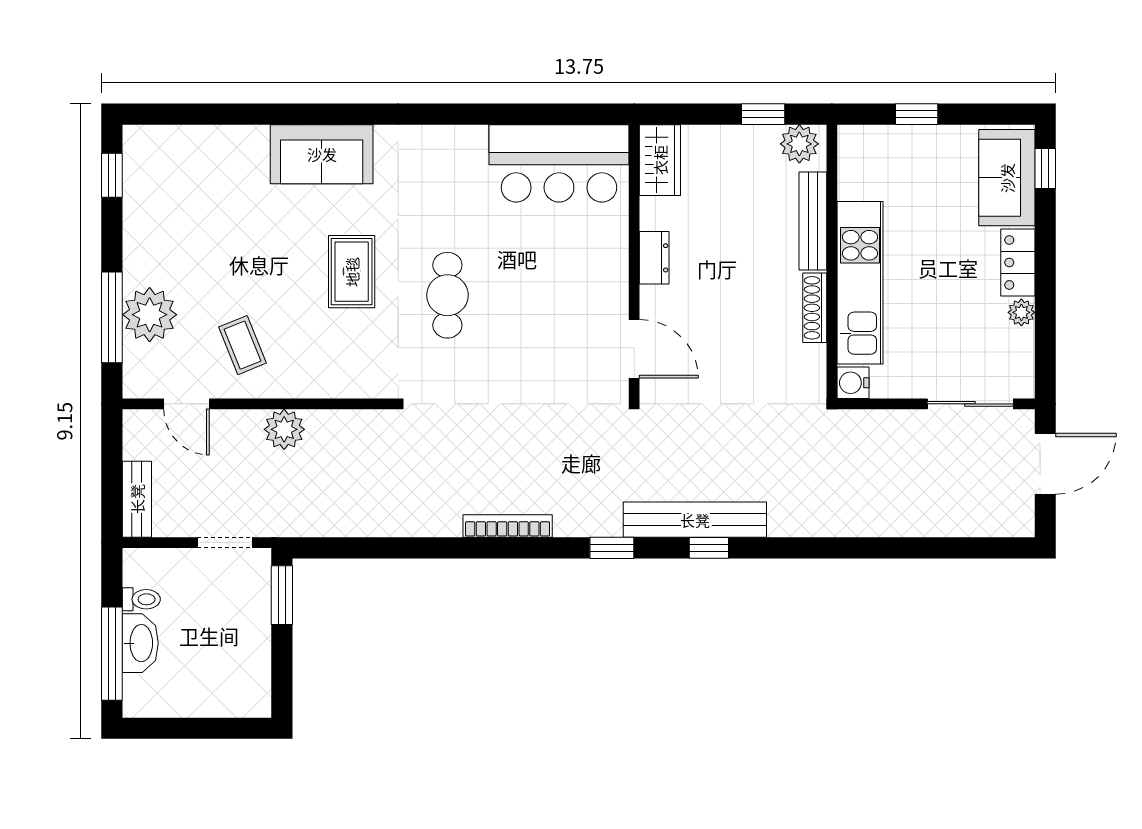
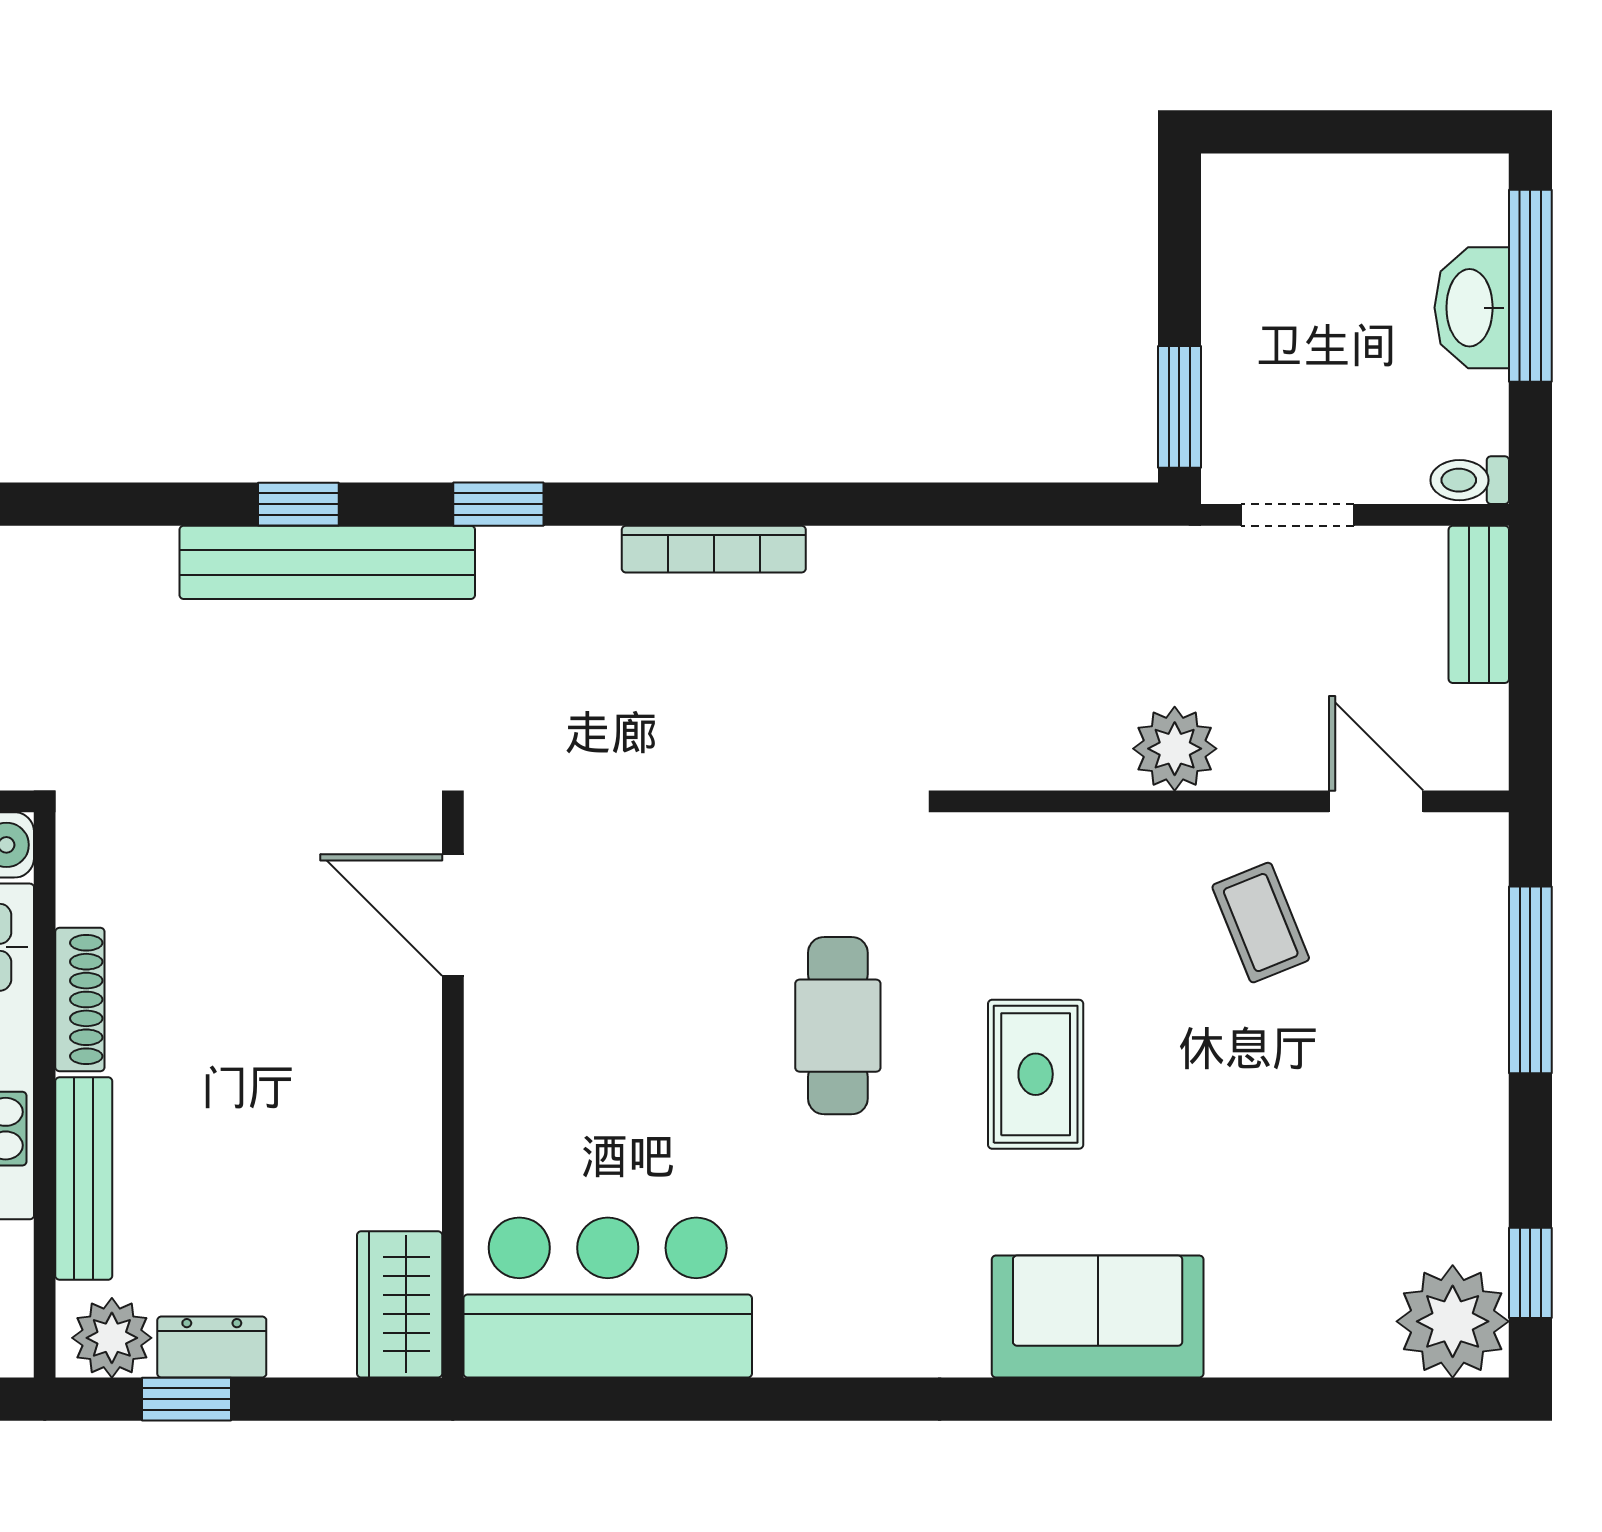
dresser: (654, 258) -> (212, 1347), moved, turned 90
plant: (150, 315) -> (1453, 1321), moved
toilet: (141, 599) -> (1470, 480), moved

